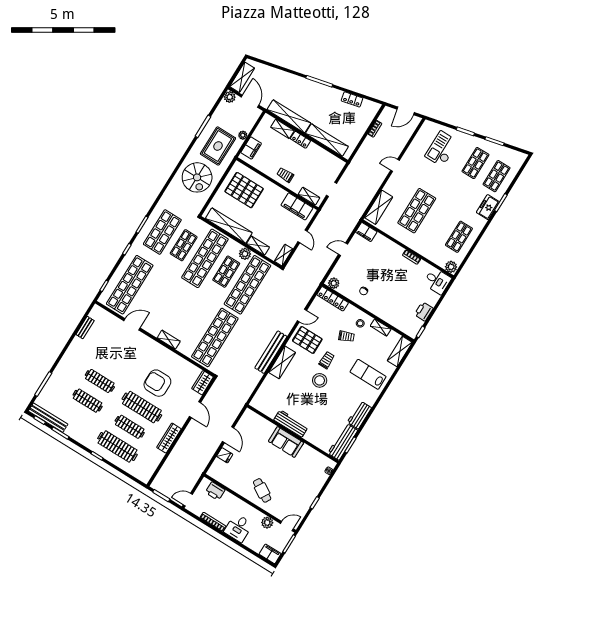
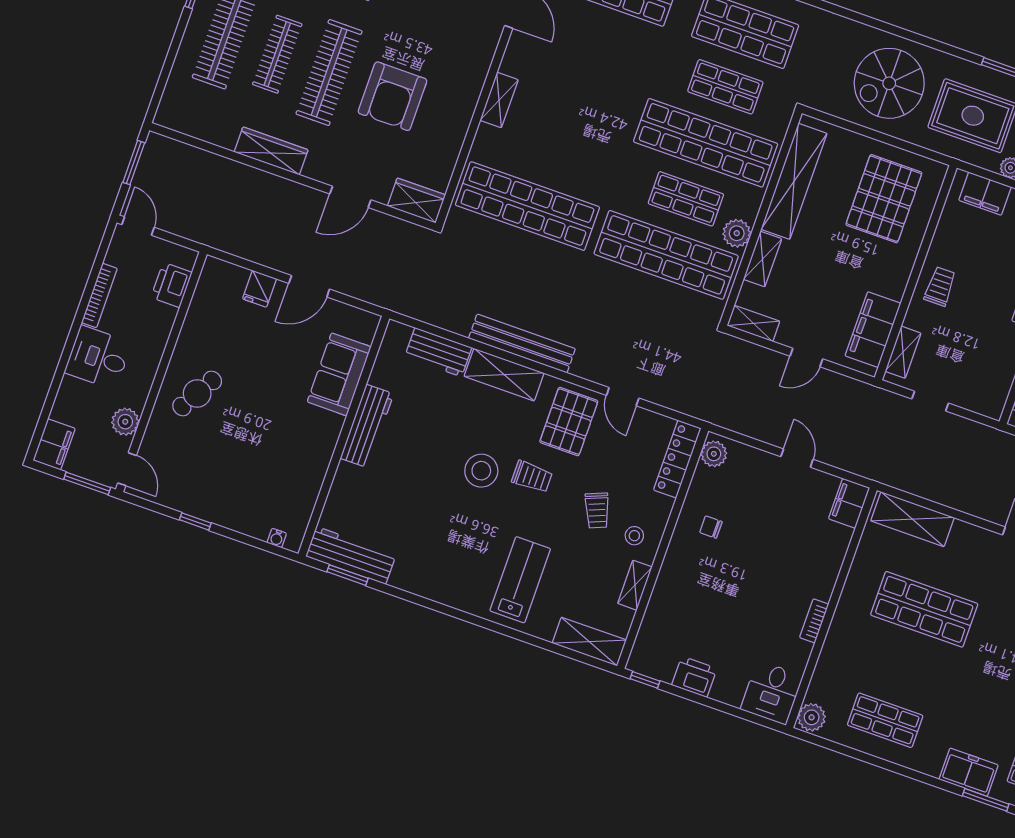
armchair: (157, 383) -> (393, 96), turned 180
workbench: (359, 415) -> (438, 352), moved, turned 180
sofa: (286, 442) -> (339, 374), moved

